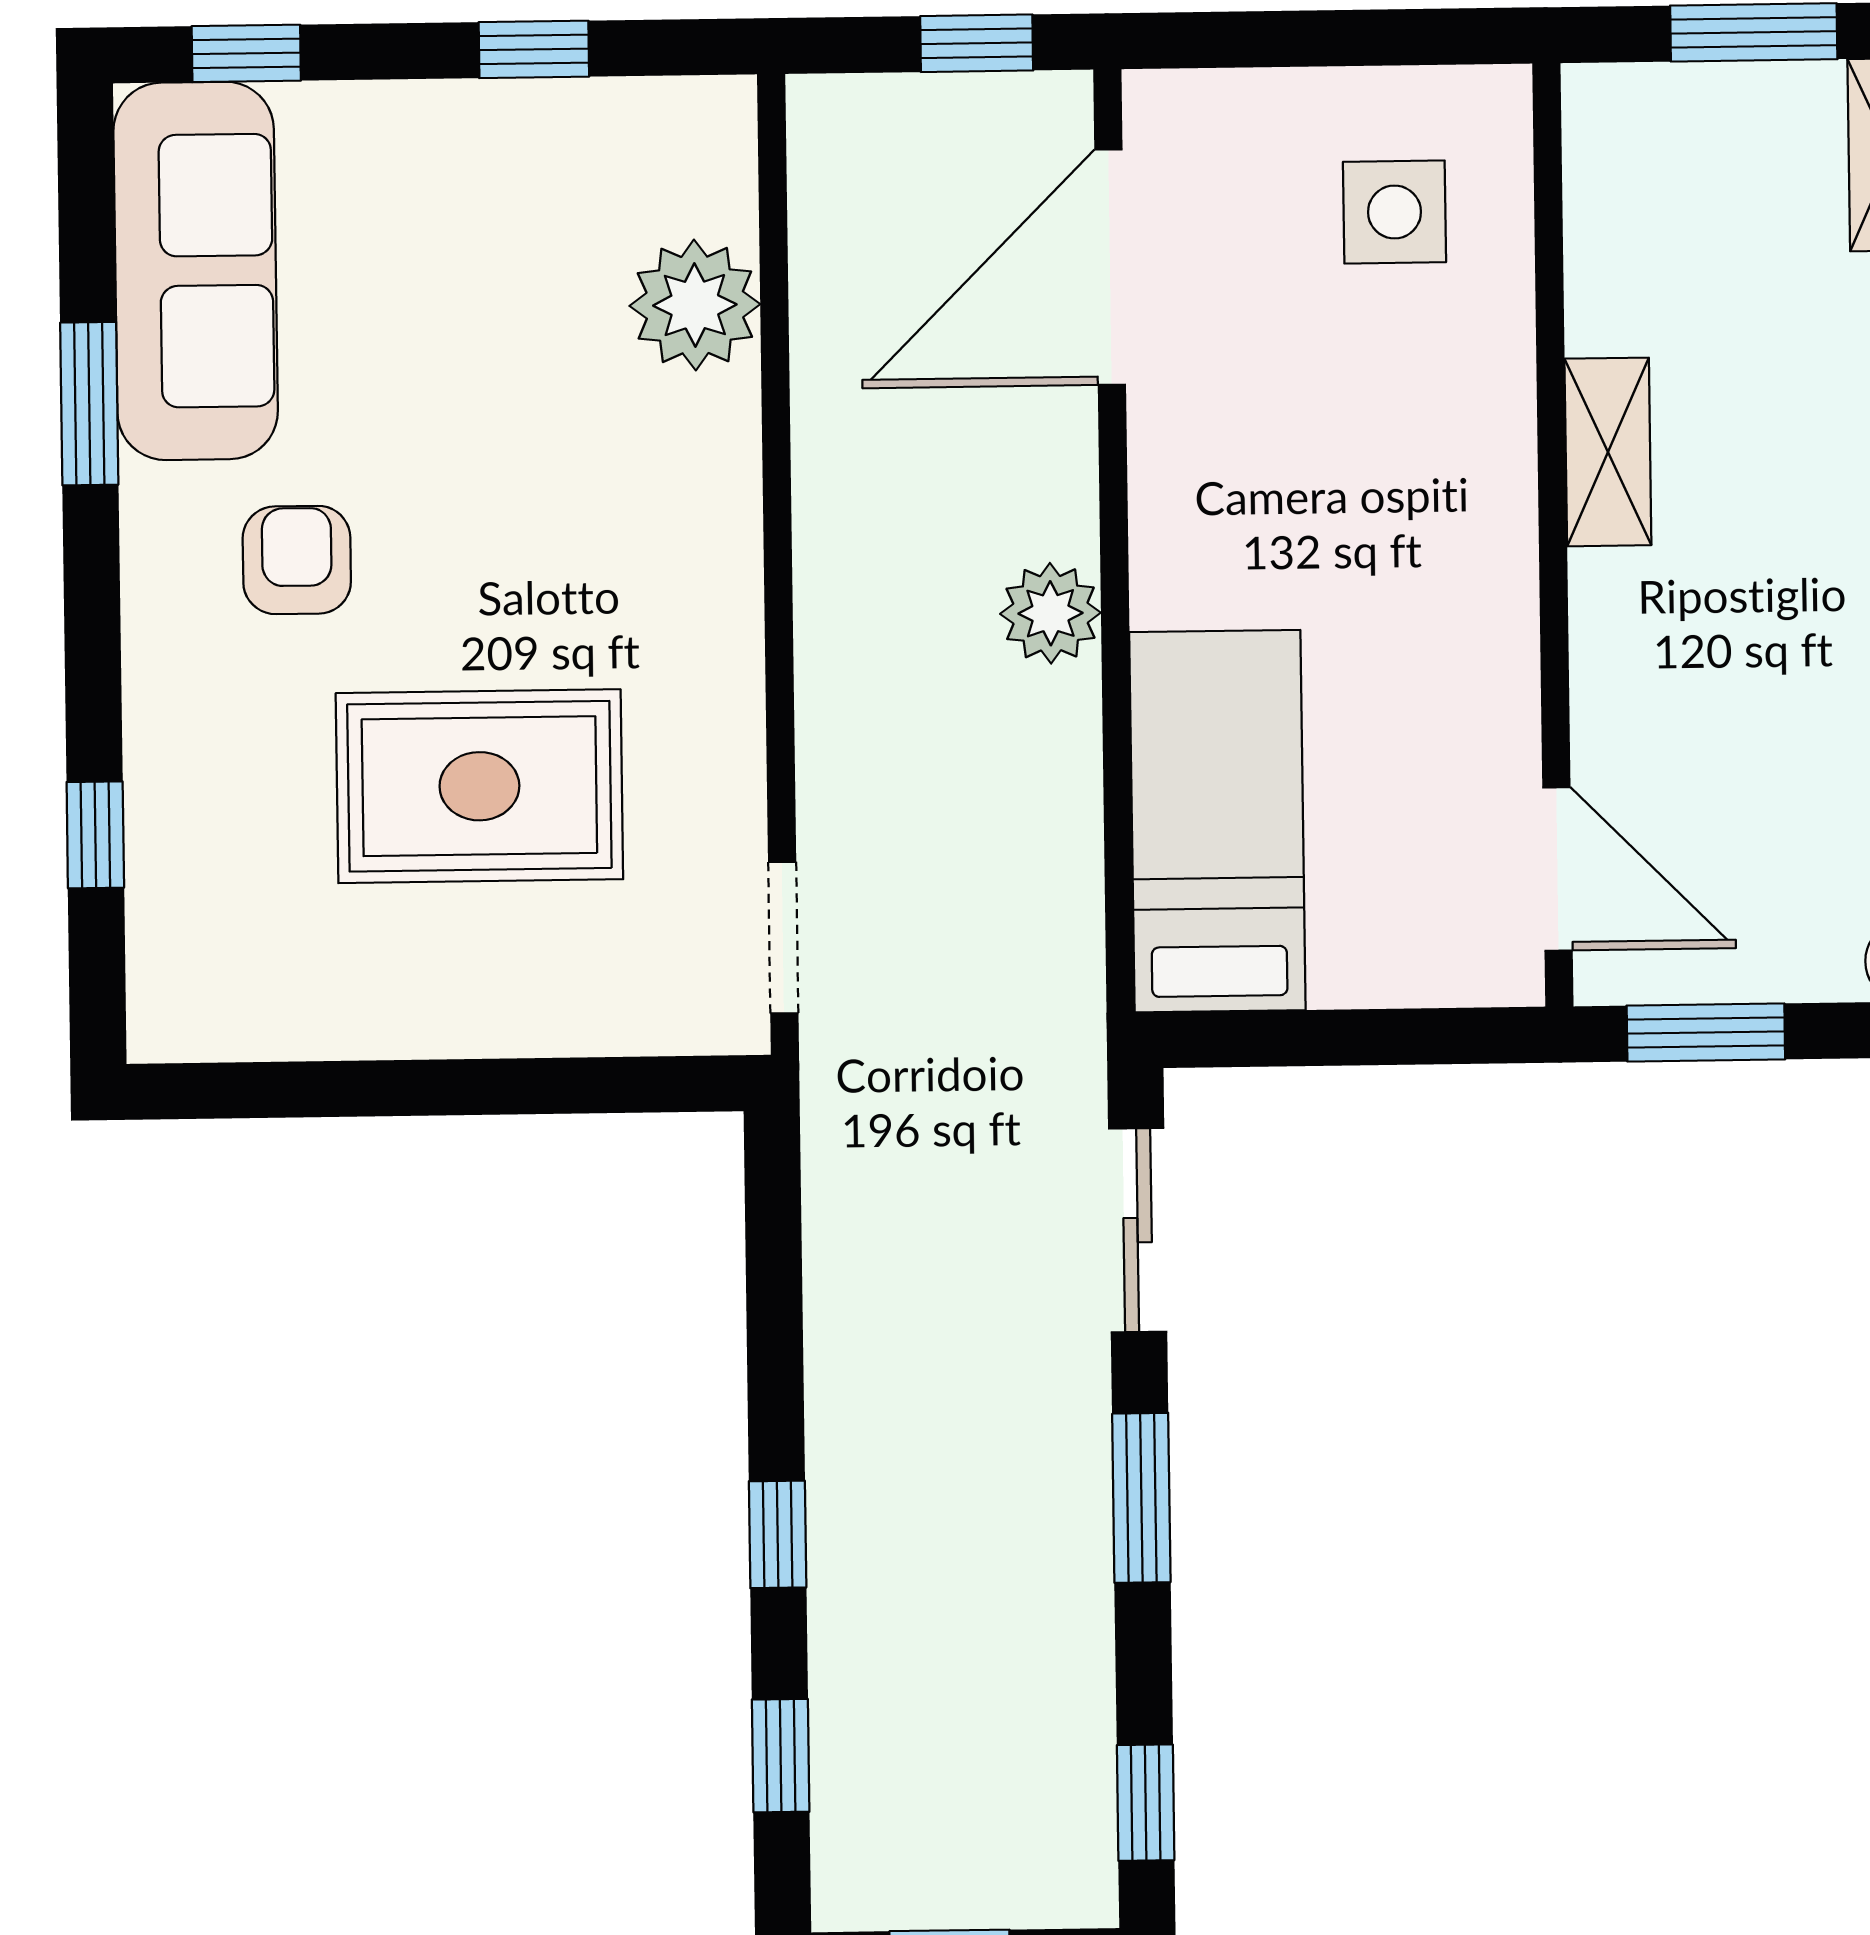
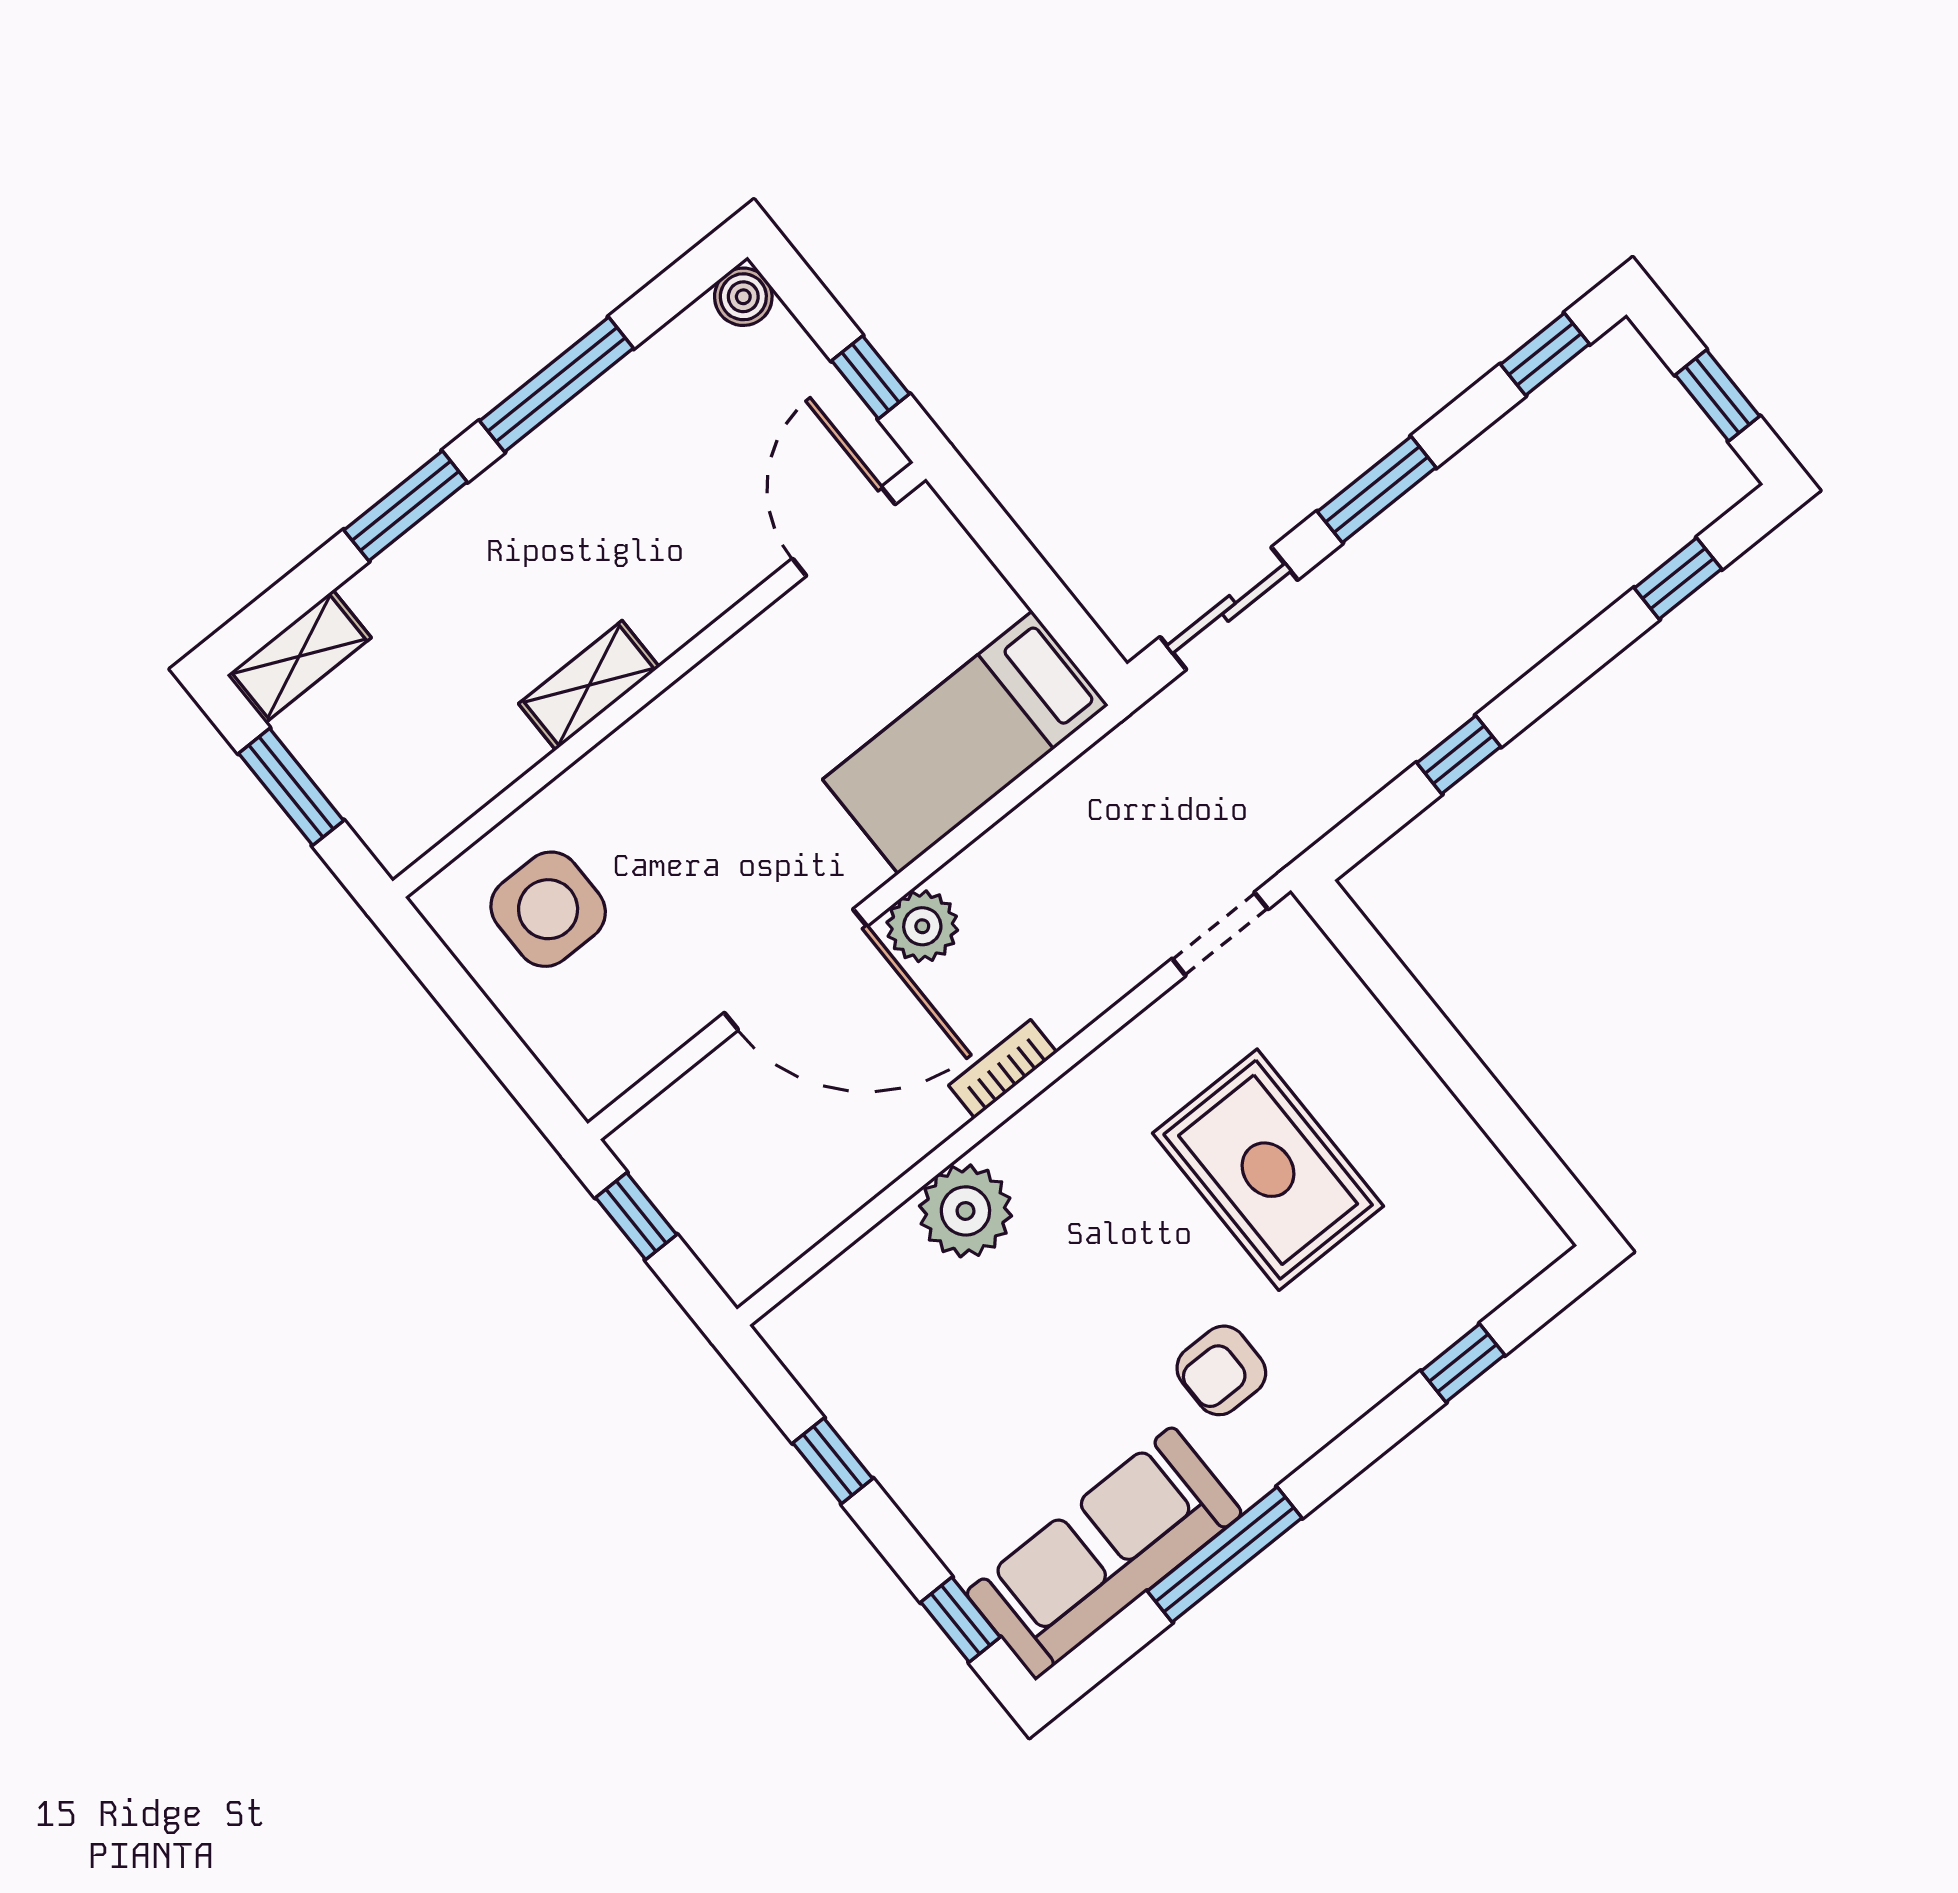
side table: (1394, 212) -> (548, 909), width x1.37, depth x1.37
door: (1110, 267) -> (796, 969), moved
plant: (695, 305) -> (965, 1211), moved
window: (89, 404) -> (1225, 1555), width x1.44
bookcase: (822, 579) -> (1003, 1069), added
window: (1706, 1032) -> (870, 377), width x0.67
window: (778, 1534) -> (1459, 755), moved

